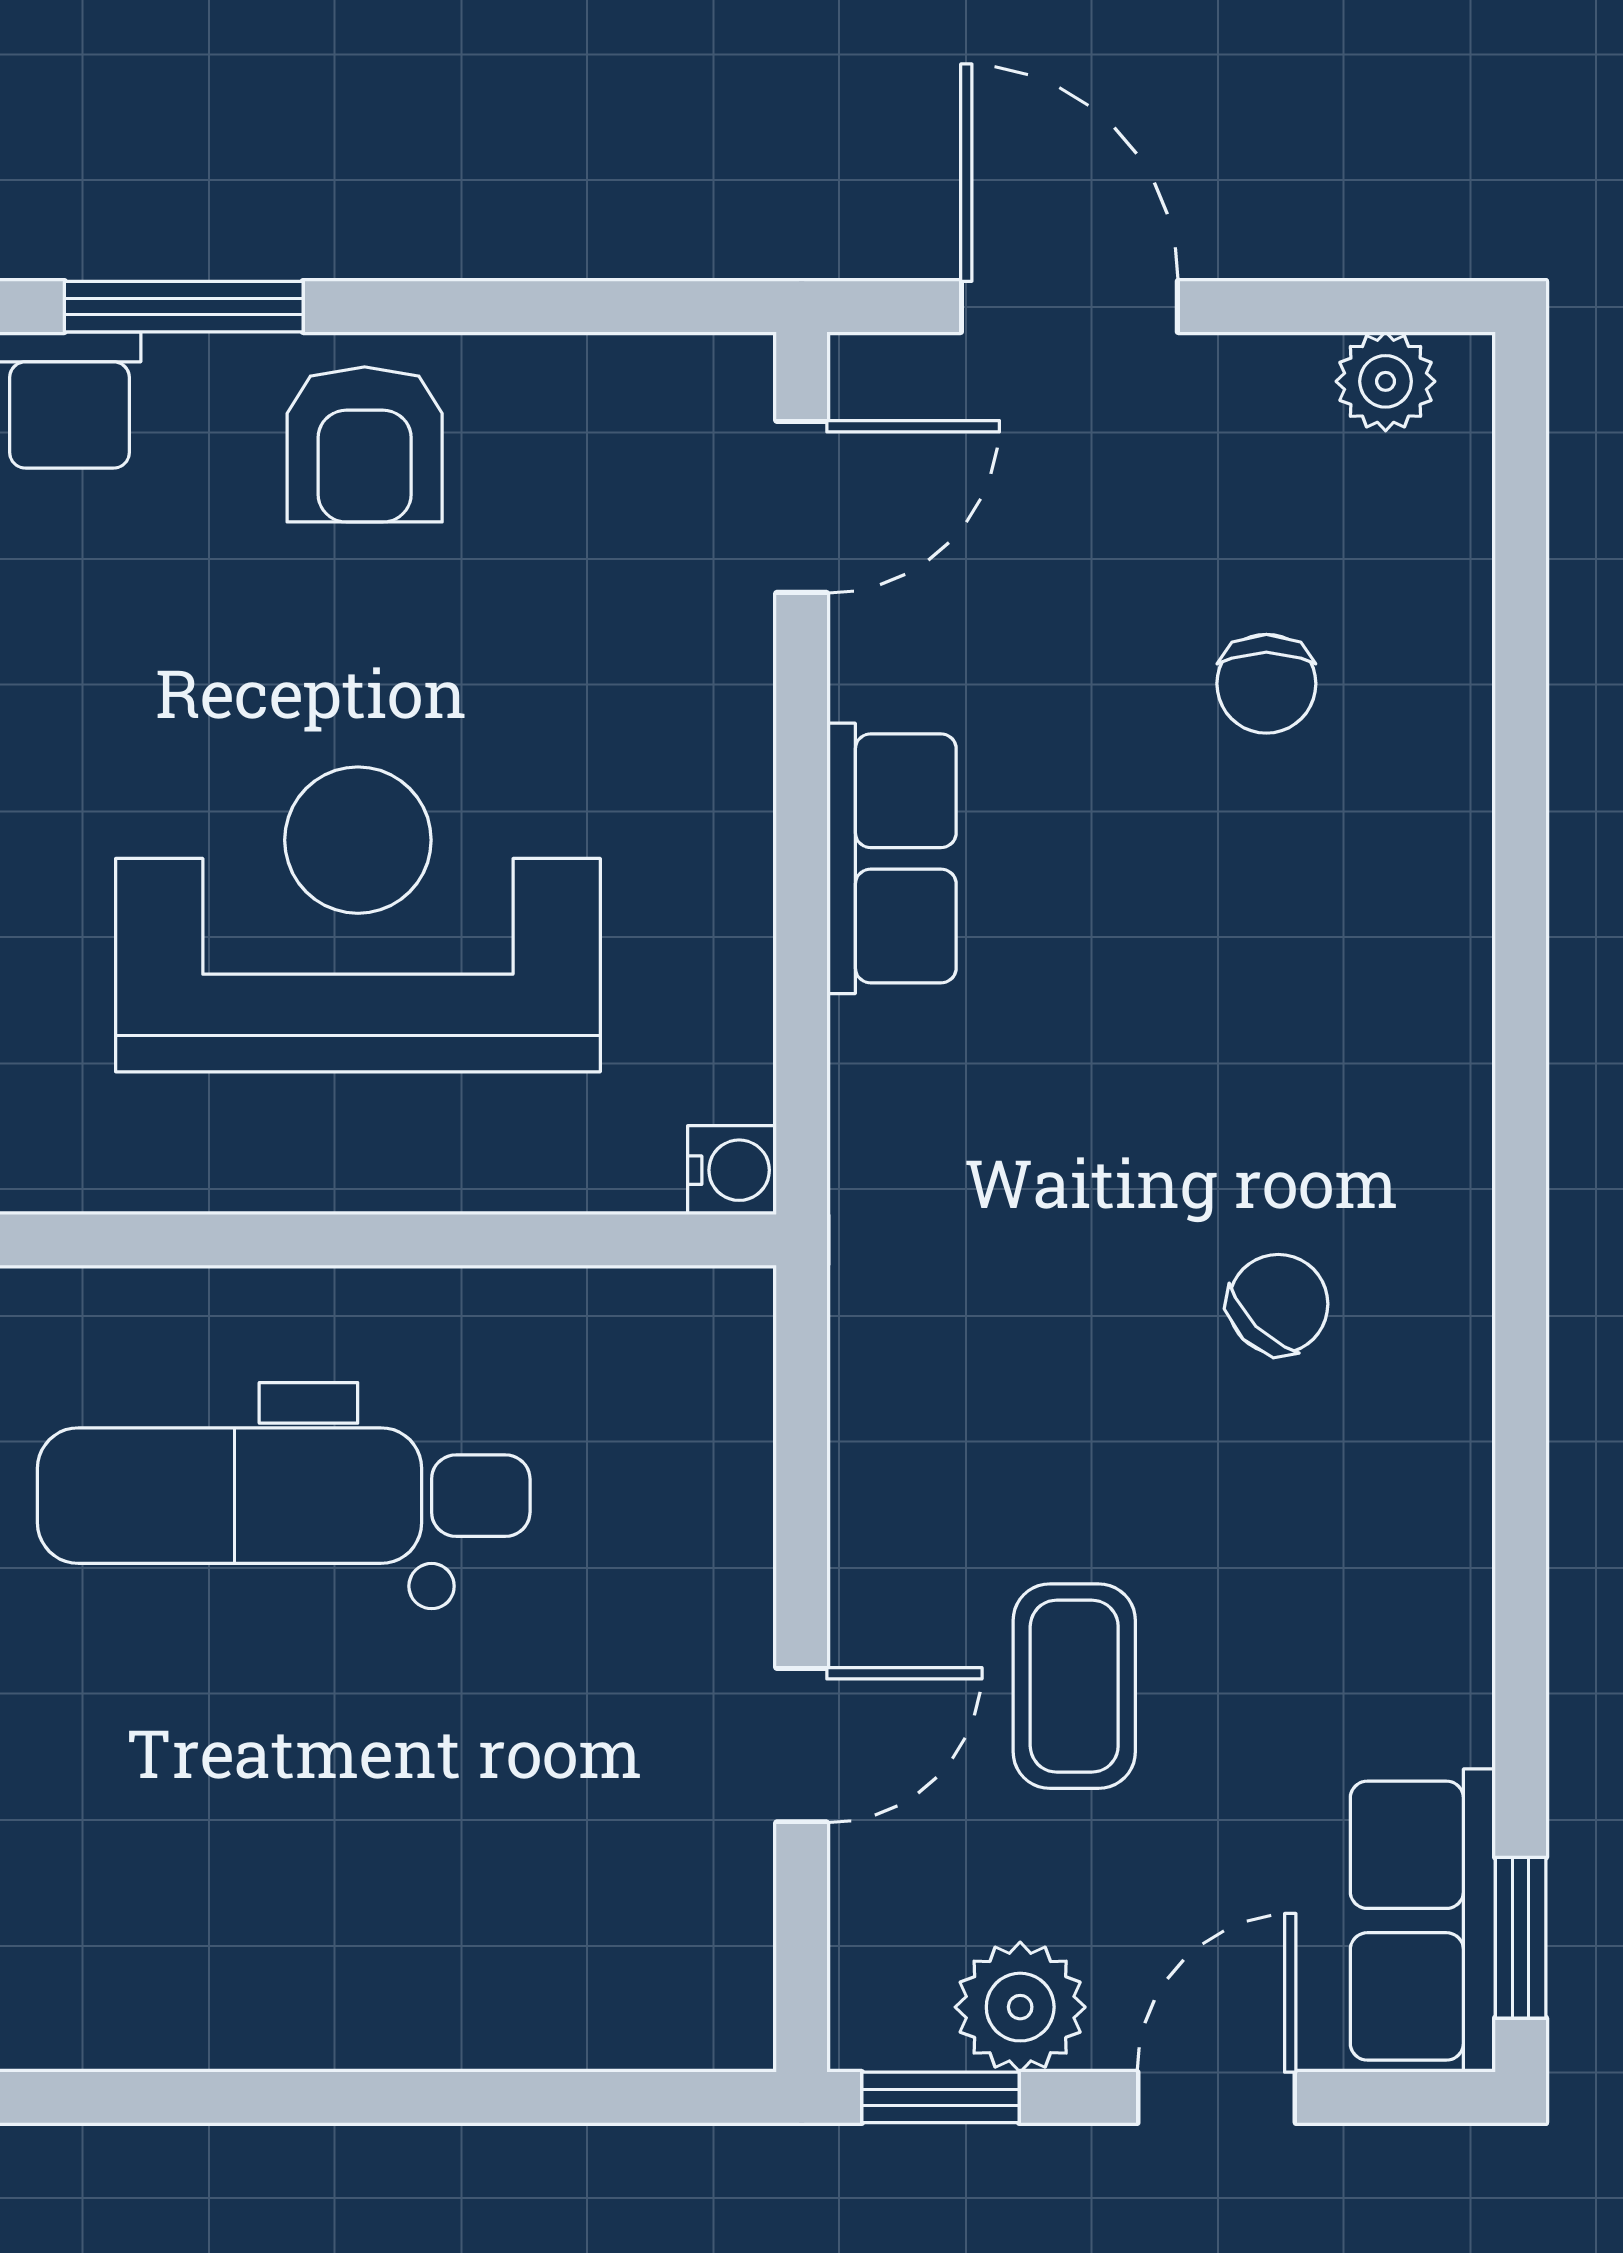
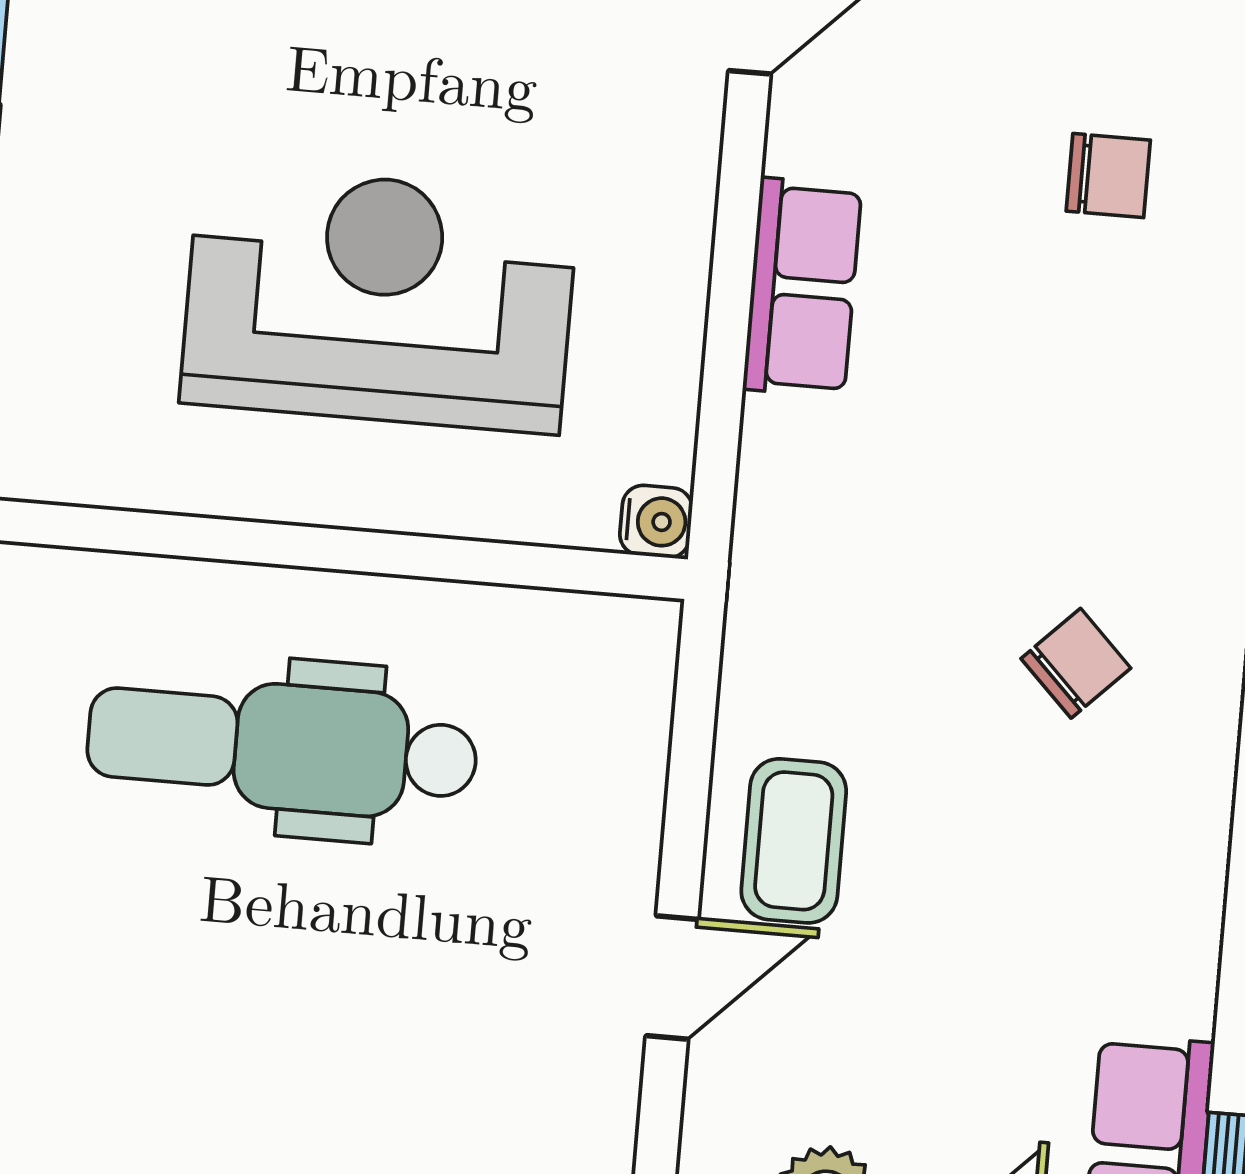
chair: (1266, 684) -> (1108, 176), turned -90
coffee table: (1074, 1686) -> (794, 841), moved

